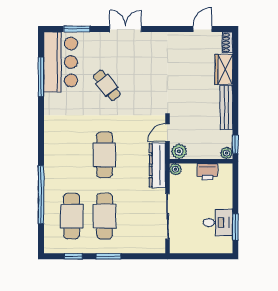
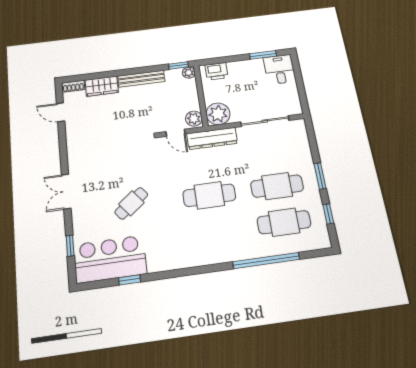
window: (77, 29) -> (70, 246), width x0.67
window: (41, 77) -> (130, 280), width x0.46
plant: (175, 169) -> (218, 114), width x1.87, depth x1.87
printer: (207, 172) -> (217, 71), moved, turned 90
desk: (218, 223) -> (280, 69), moved

